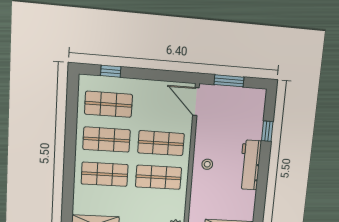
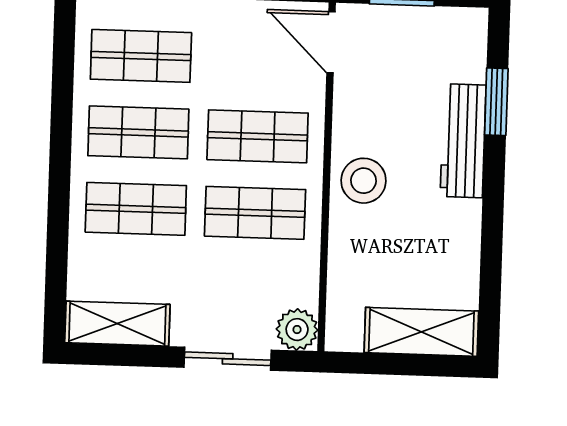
window: (267, 131) -> (496, 102), width x1.50
stool: (207, 164) -> (364, 181), width x1.89, depth x1.89
workbench: (250, 165) -> (463, 141), moved

